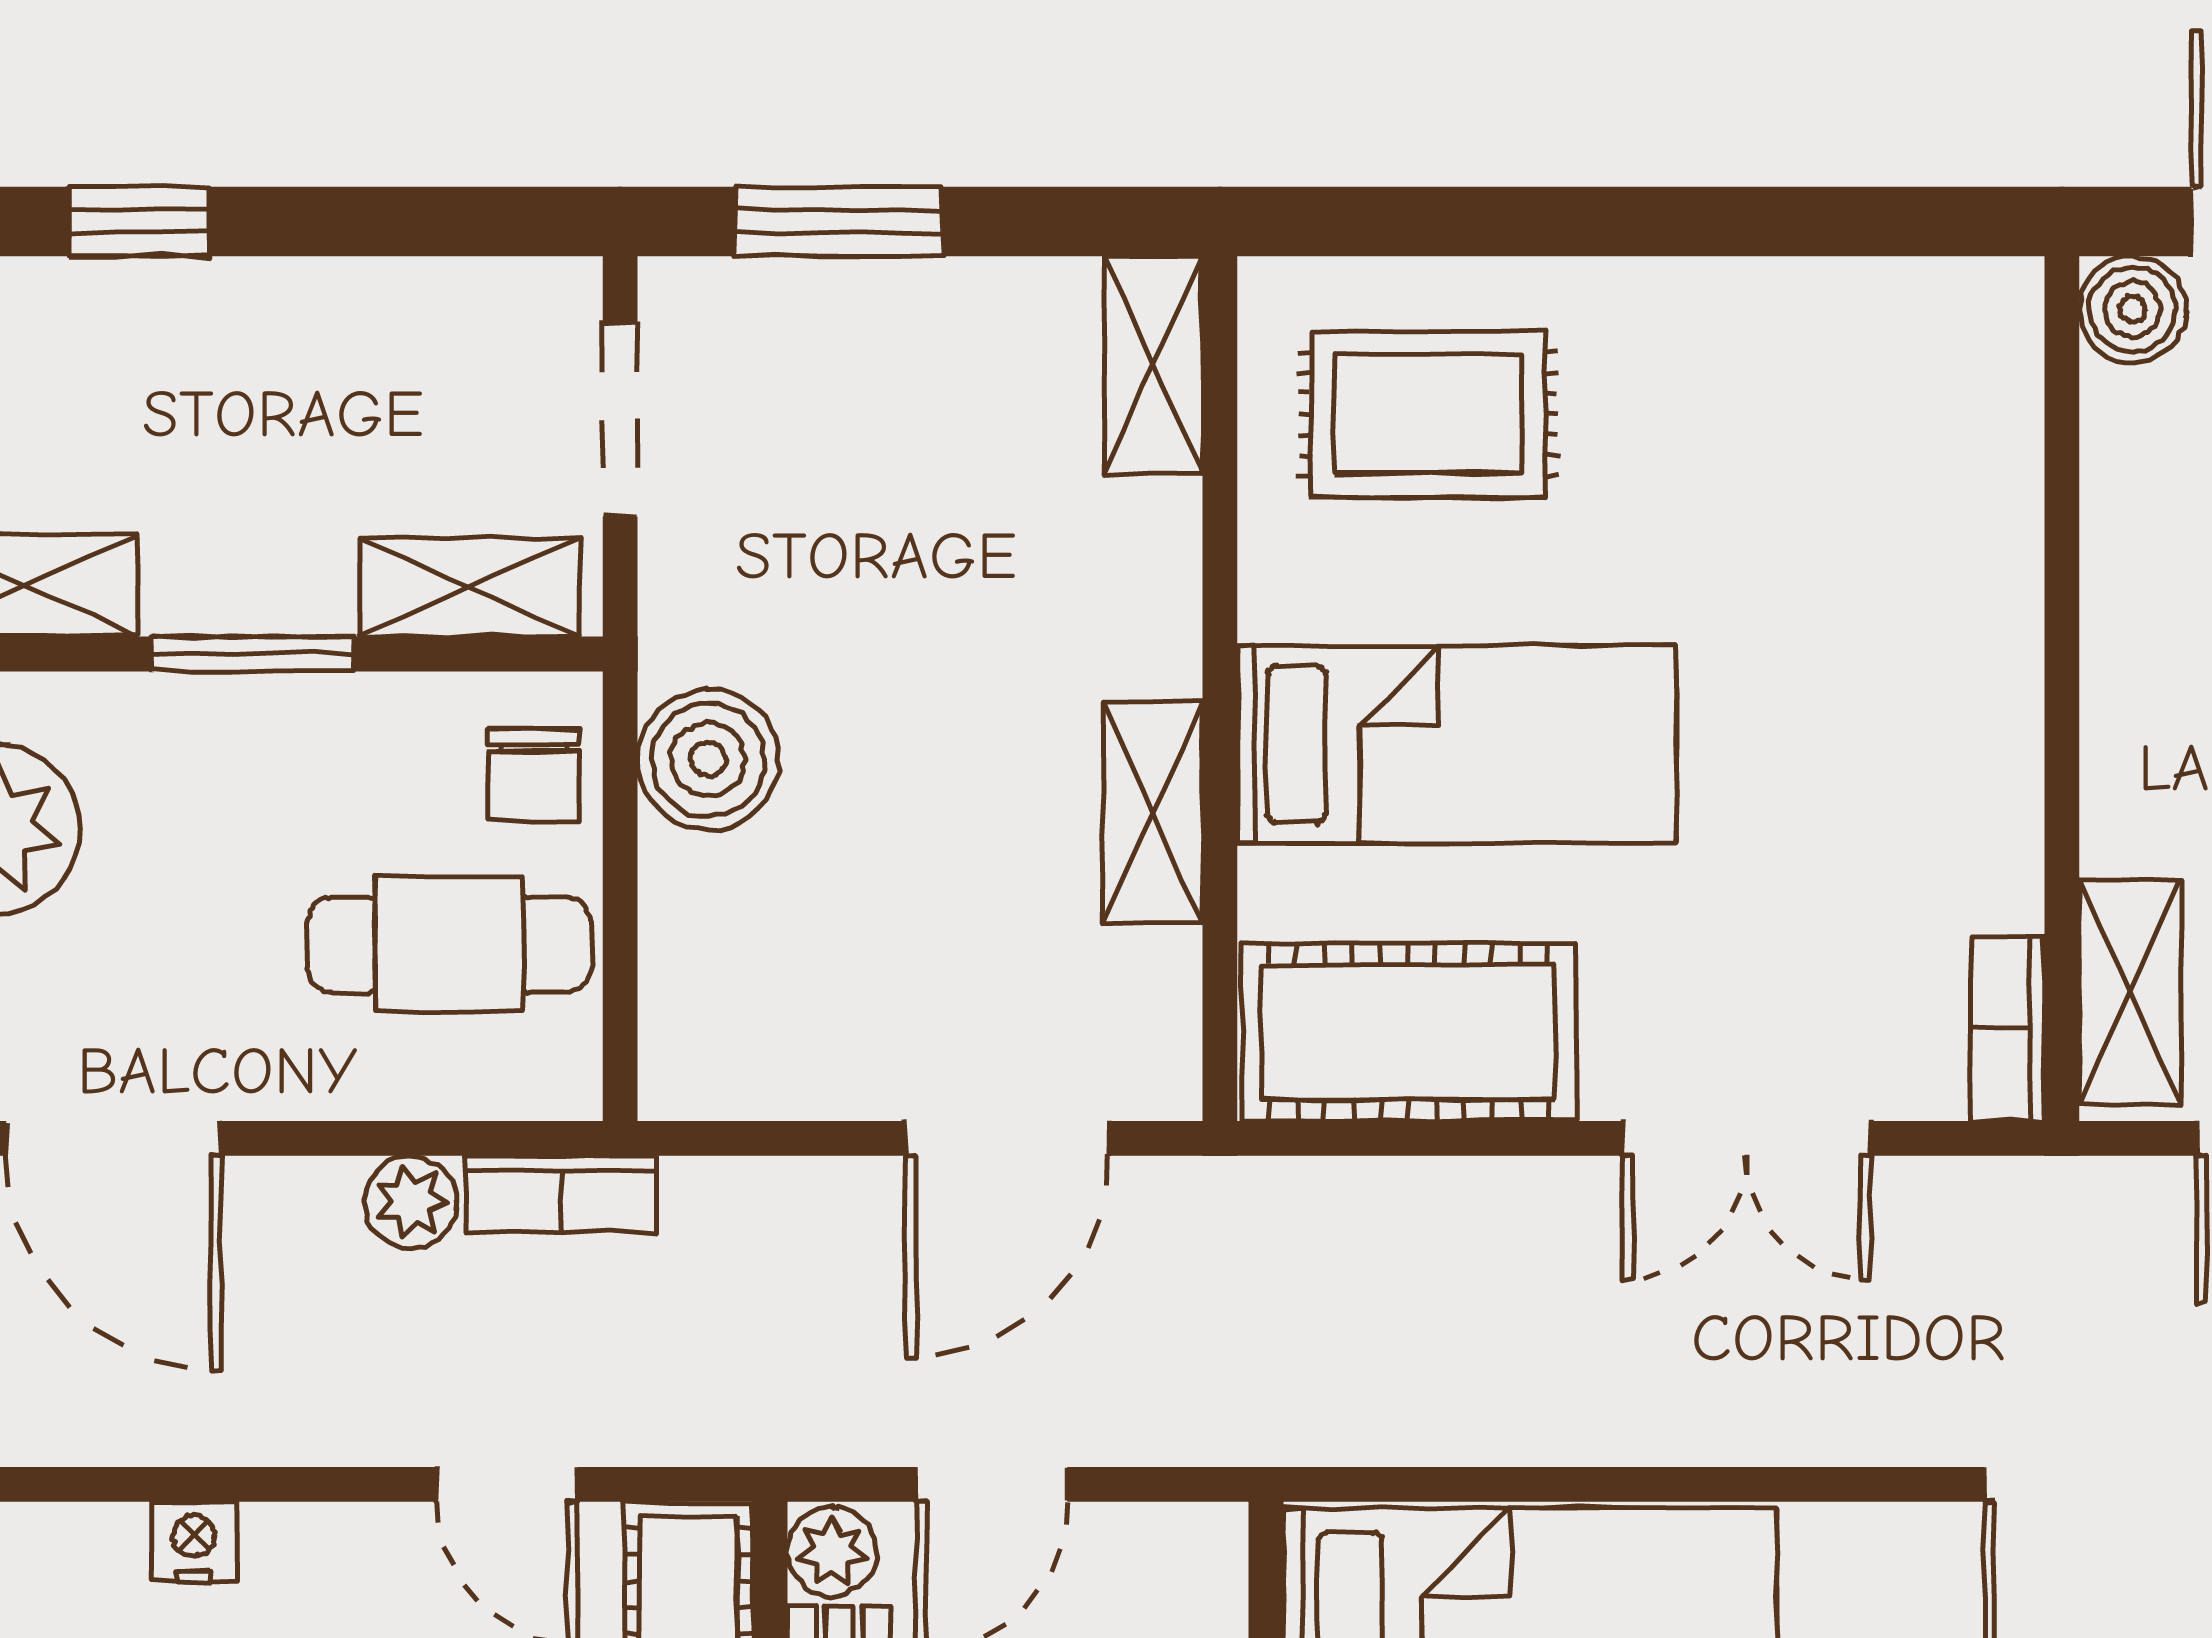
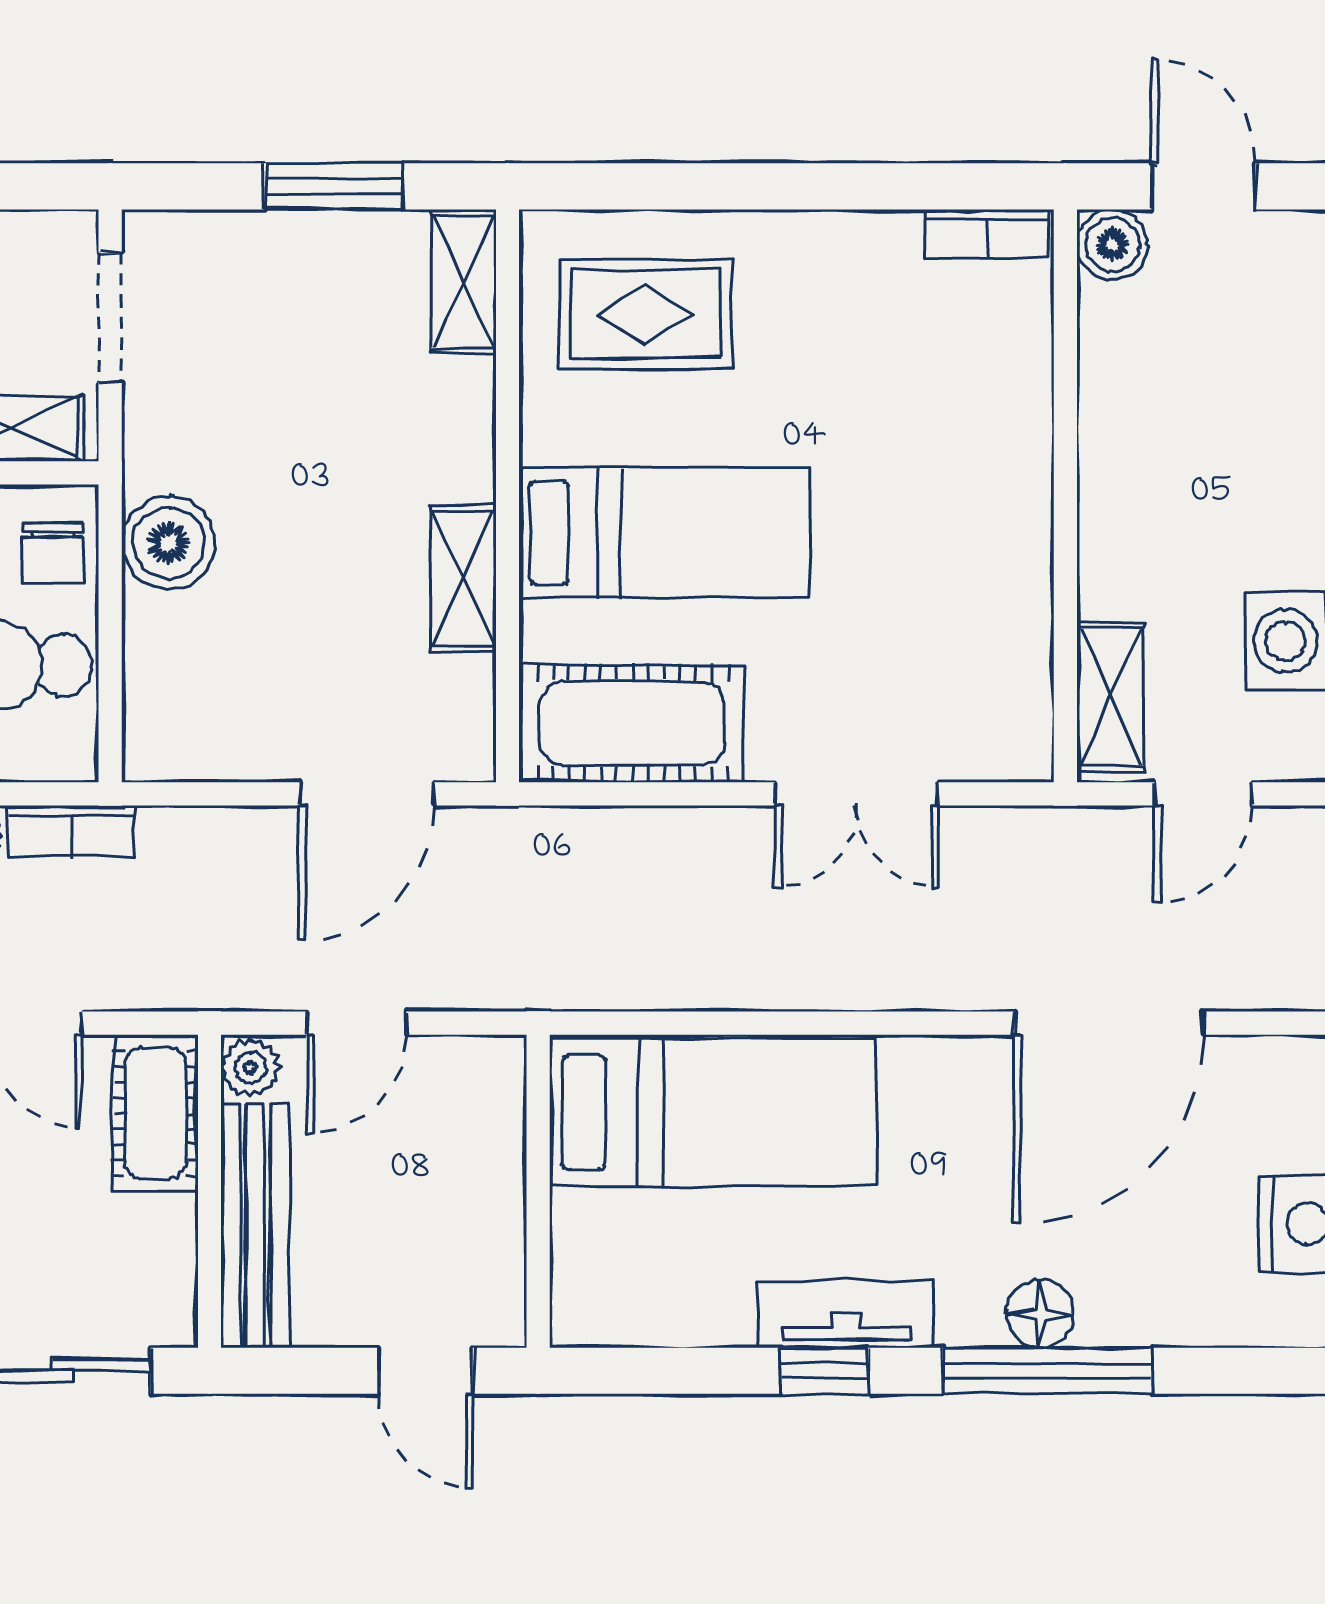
window: (839, 221) -> (334, 186), moved
bookcase: (2007, 1028) -> (987, 234), moved, turned -90

